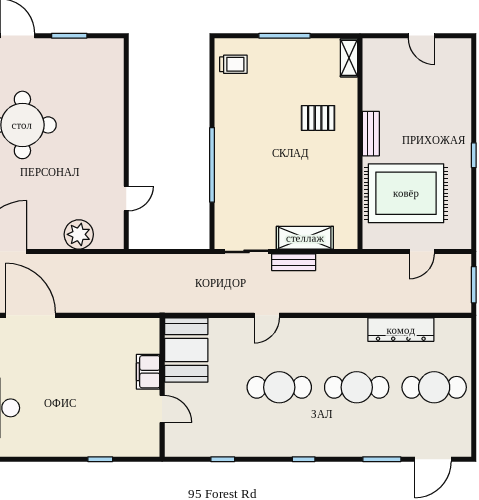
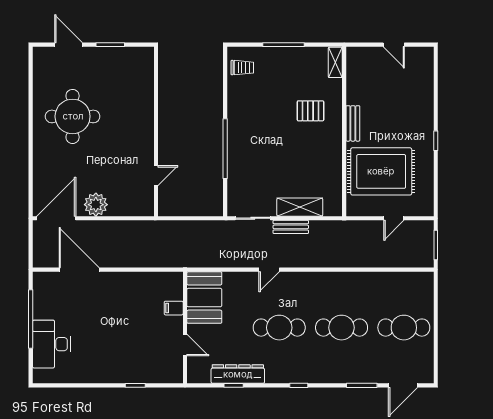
plant: (79, 234) -> (96, 205), moved
dresser: (401, 330) -> (238, 374), moved, turned 180
filing cabinet: (148, 372) -> (174, 308), width x0.50

